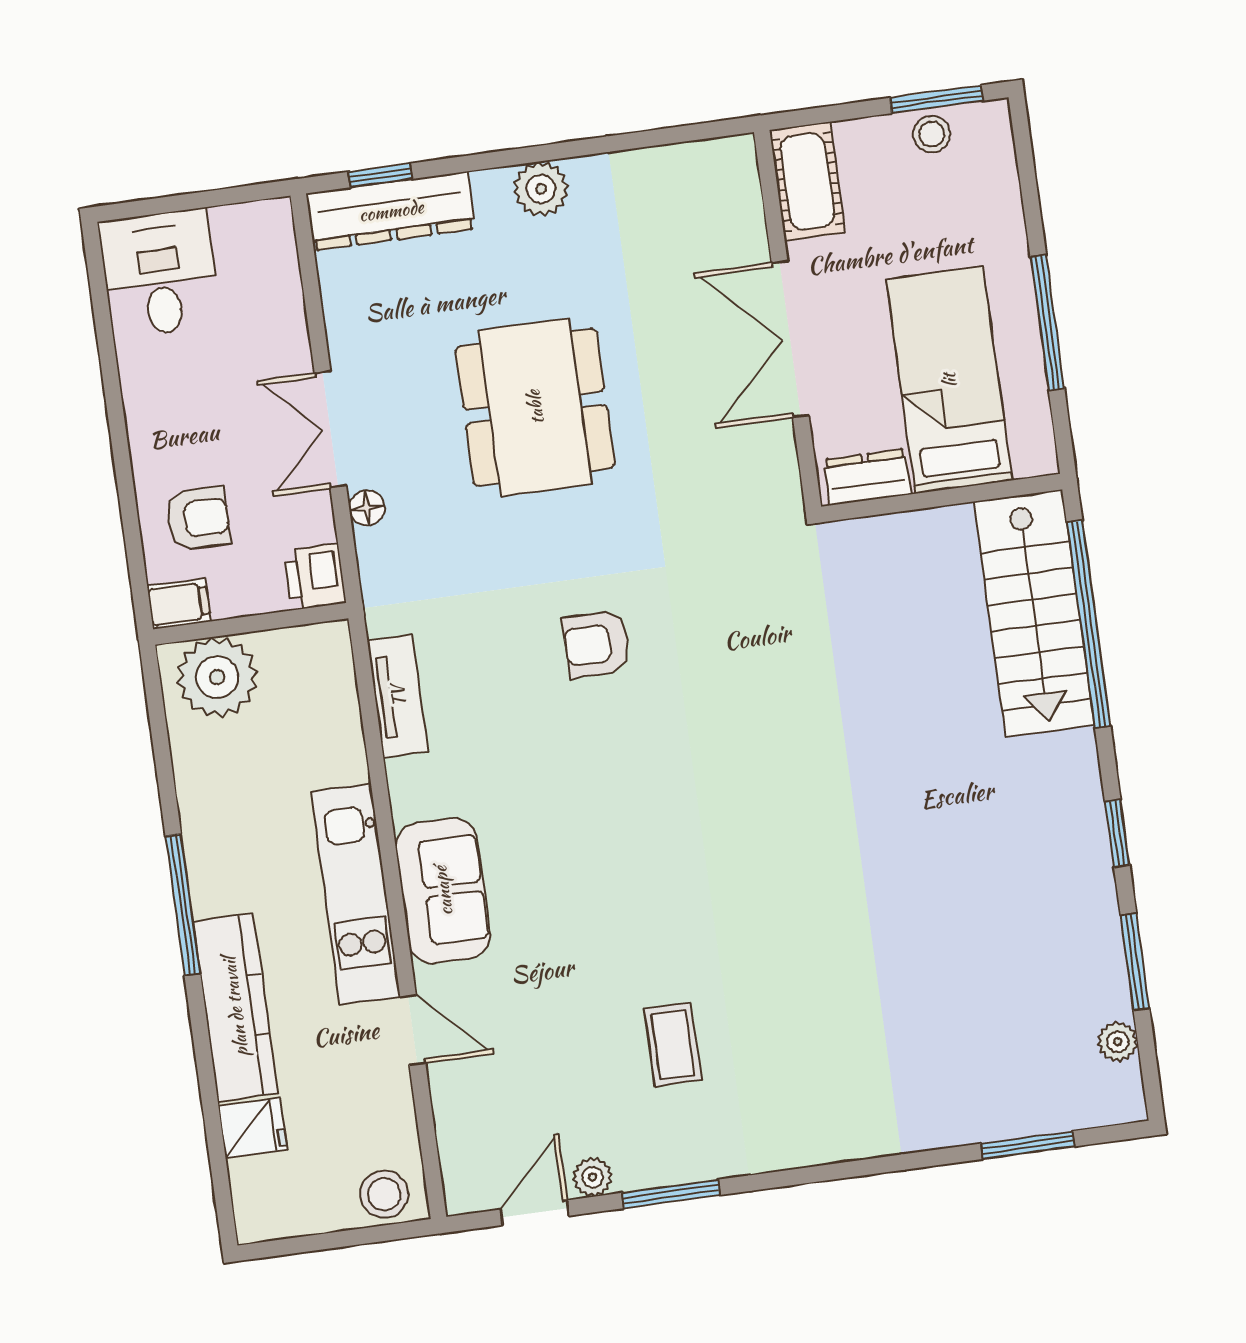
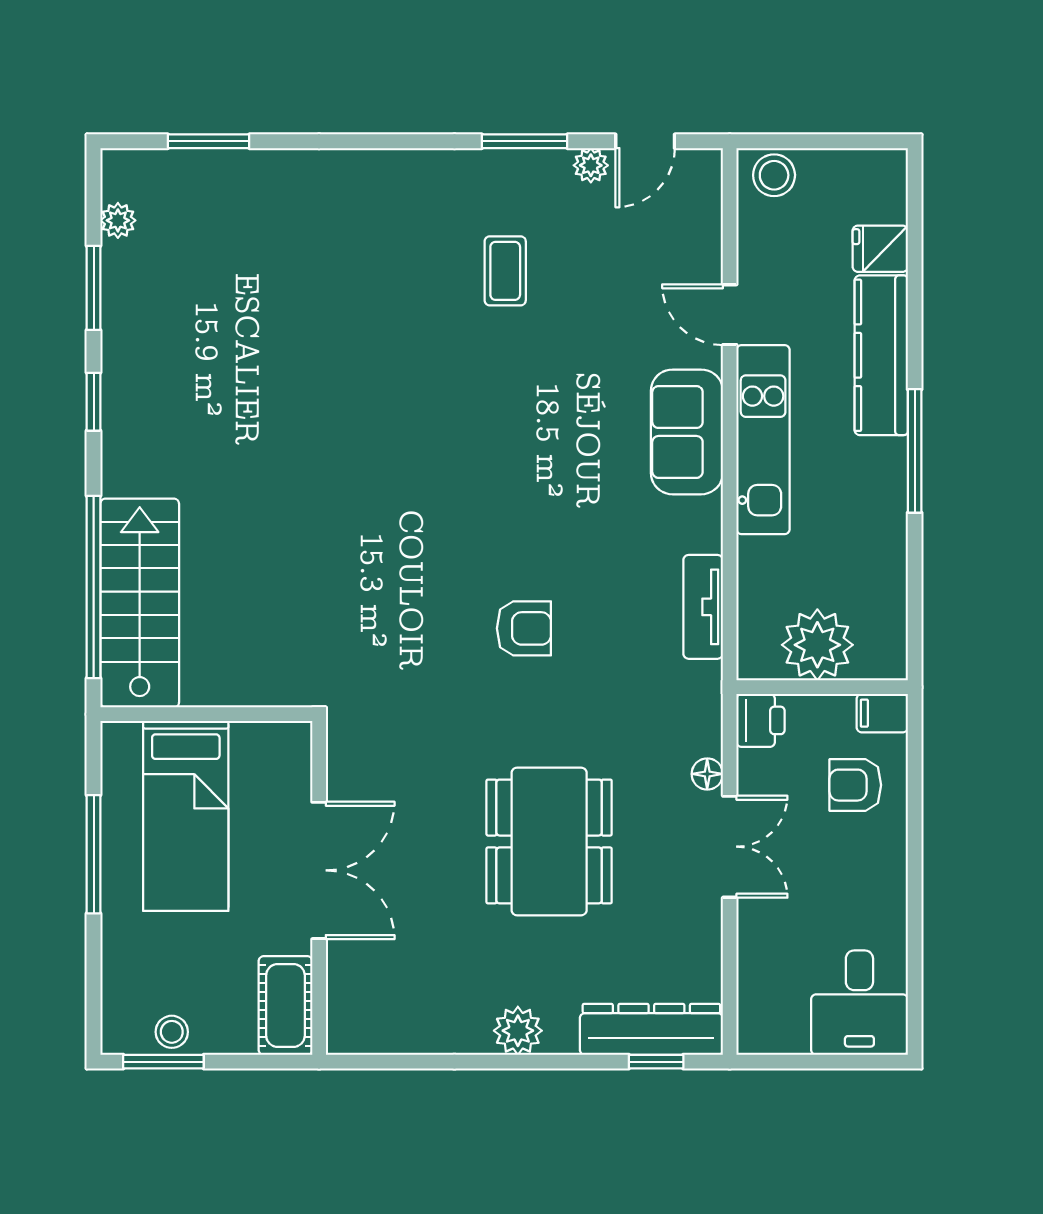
dresser: (867, 477) -> (268, 741), removed
plant: (217, 677) -> (817, 645), moved

